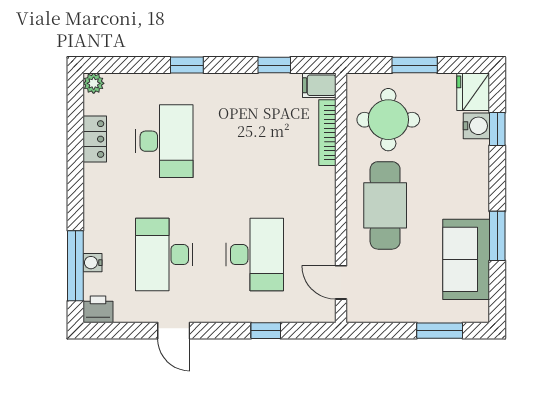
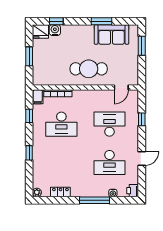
round table: (388, 120) -> (52, 67), removed
desk: (164, 141) -> (61, 124), moved, turned 180
window: (75, 266) -> (95, 200), moved

